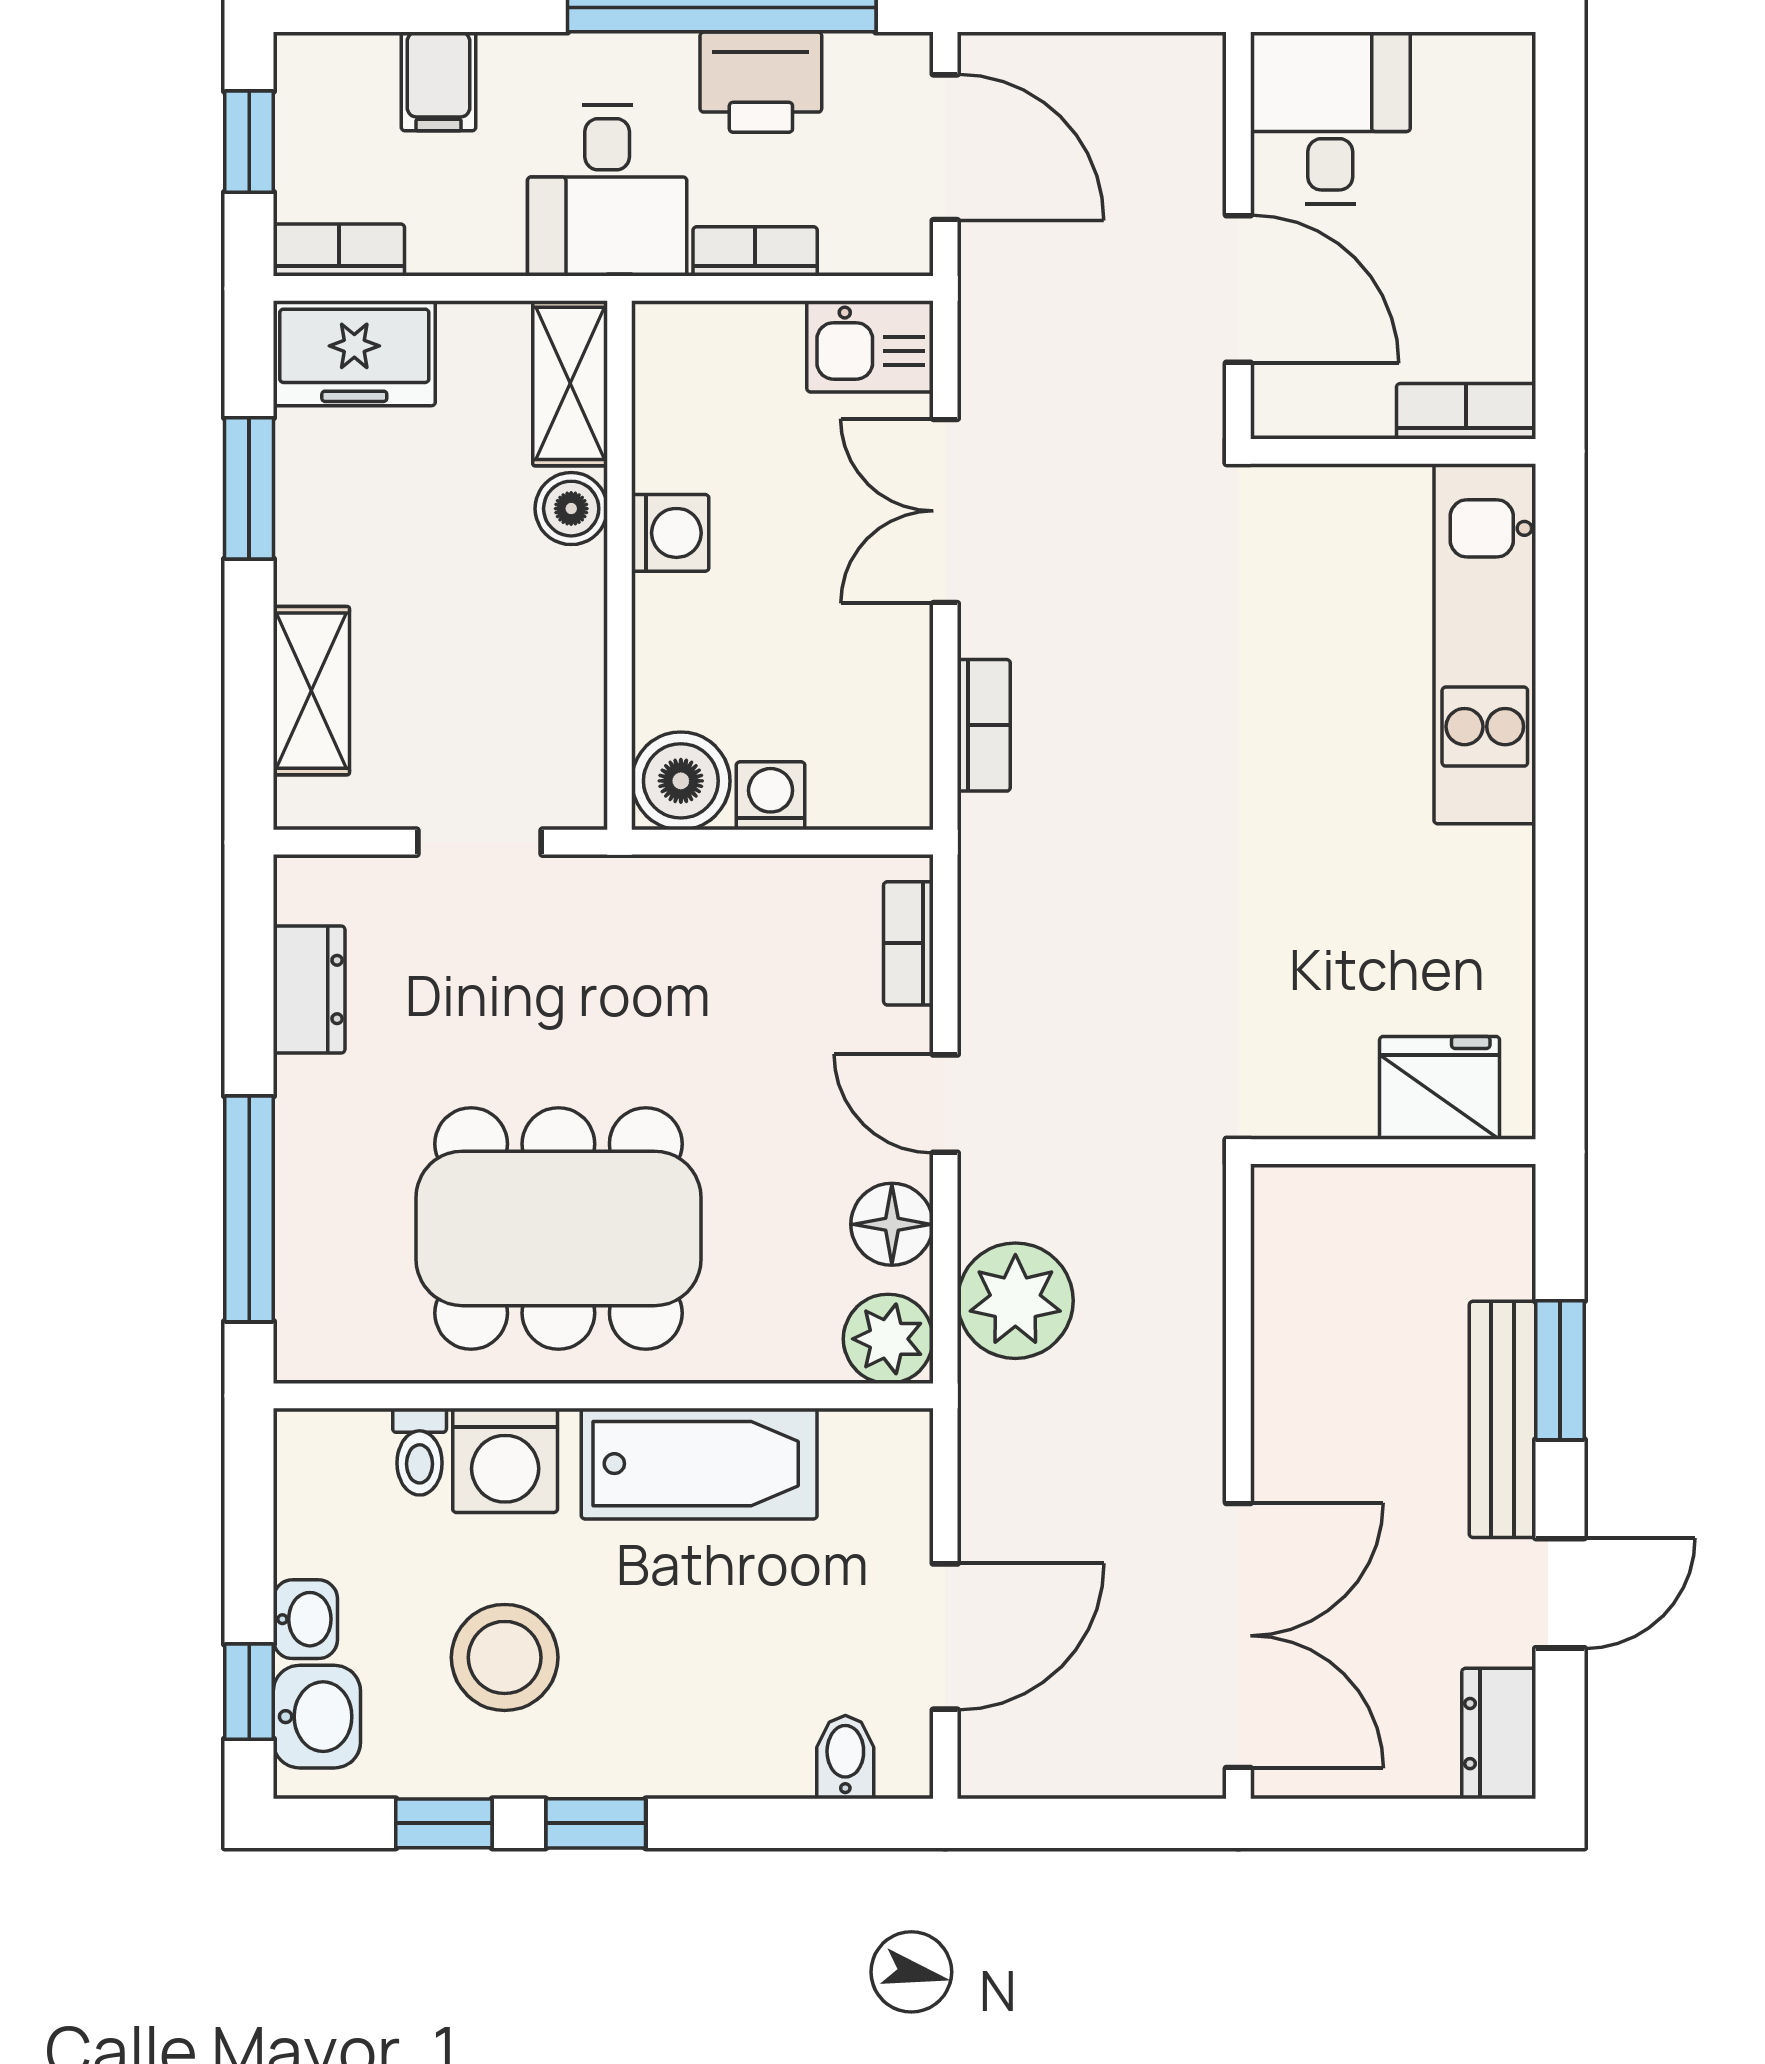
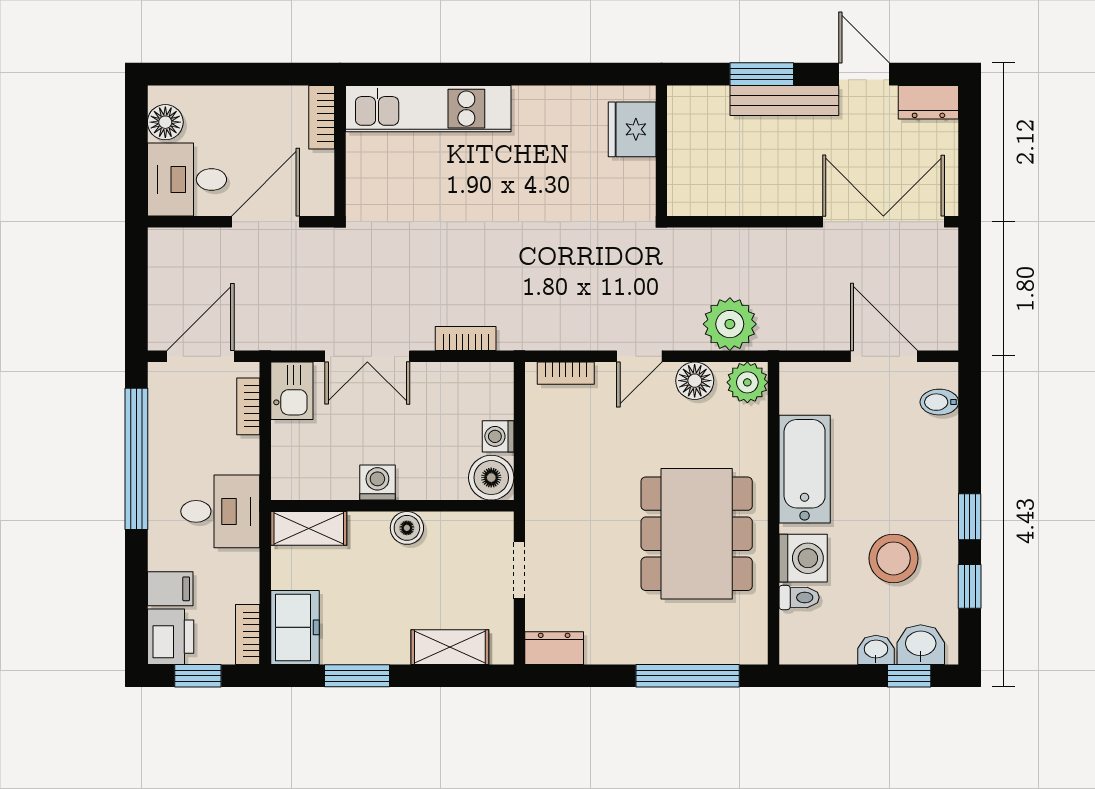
floor lamp: (1455, 71) -> (165, 122), added
printer: (761, 82) -> (171, 637), moved
bookcase: (755, 251) -> (248, 406), moved
boiler: (571, 509) -> (407, 528), moved
dresser: (309, 989) -> (554, 648), moved

